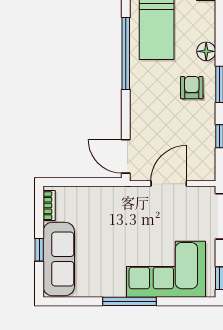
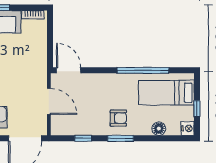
floor lamp: (206, 51) -> (159, 129), moved
door: (126, 156) -> (68, 70), hinge flipped

